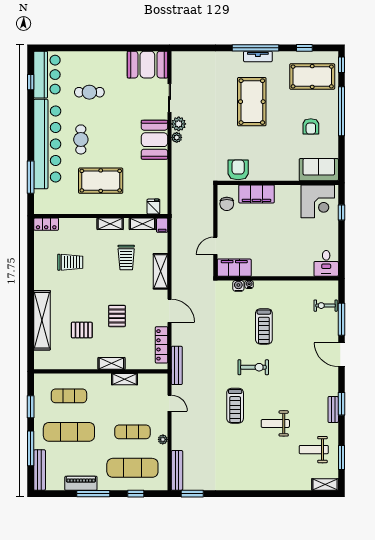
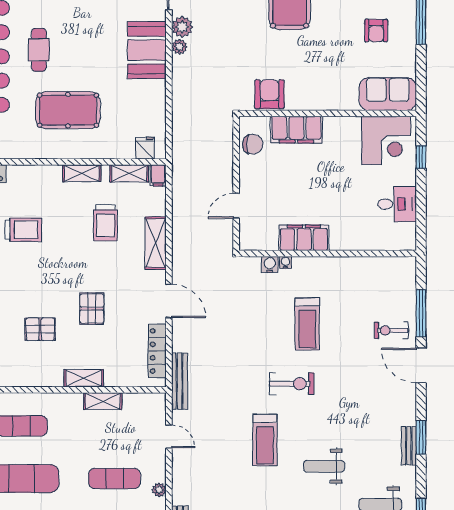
chair: (227, 204) -> (253, 144), turned -90
desk: (326, 263) -> (397, 204), moved, turned -90
filing cabinet: (234, 268) -> (304, 238), moved
exercise bike: (326, 306) -> (391, 330), moved

